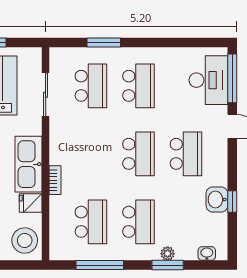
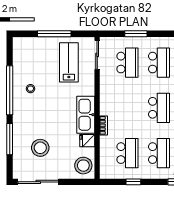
sliding door: (46, 95) -> (97, 55), moved
window: (100, 265) -> (133, 182), width x0.46

